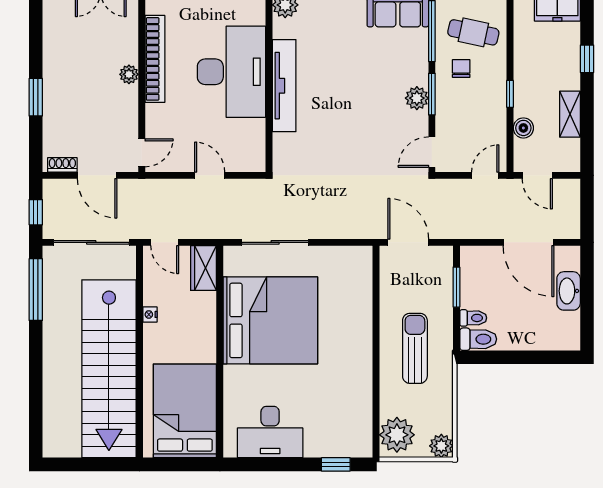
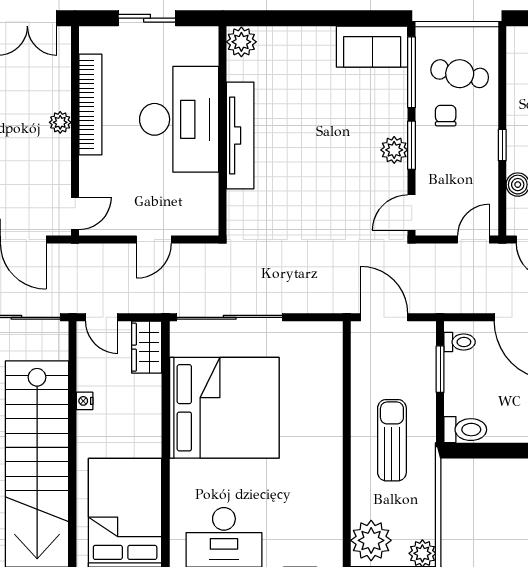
door: (210, 175) -> (154, 240), swing flipped
sliding door: (275, 242) -> (230, 317), width x1.36
toilet: (473, 318) -> (460, 342), moved

